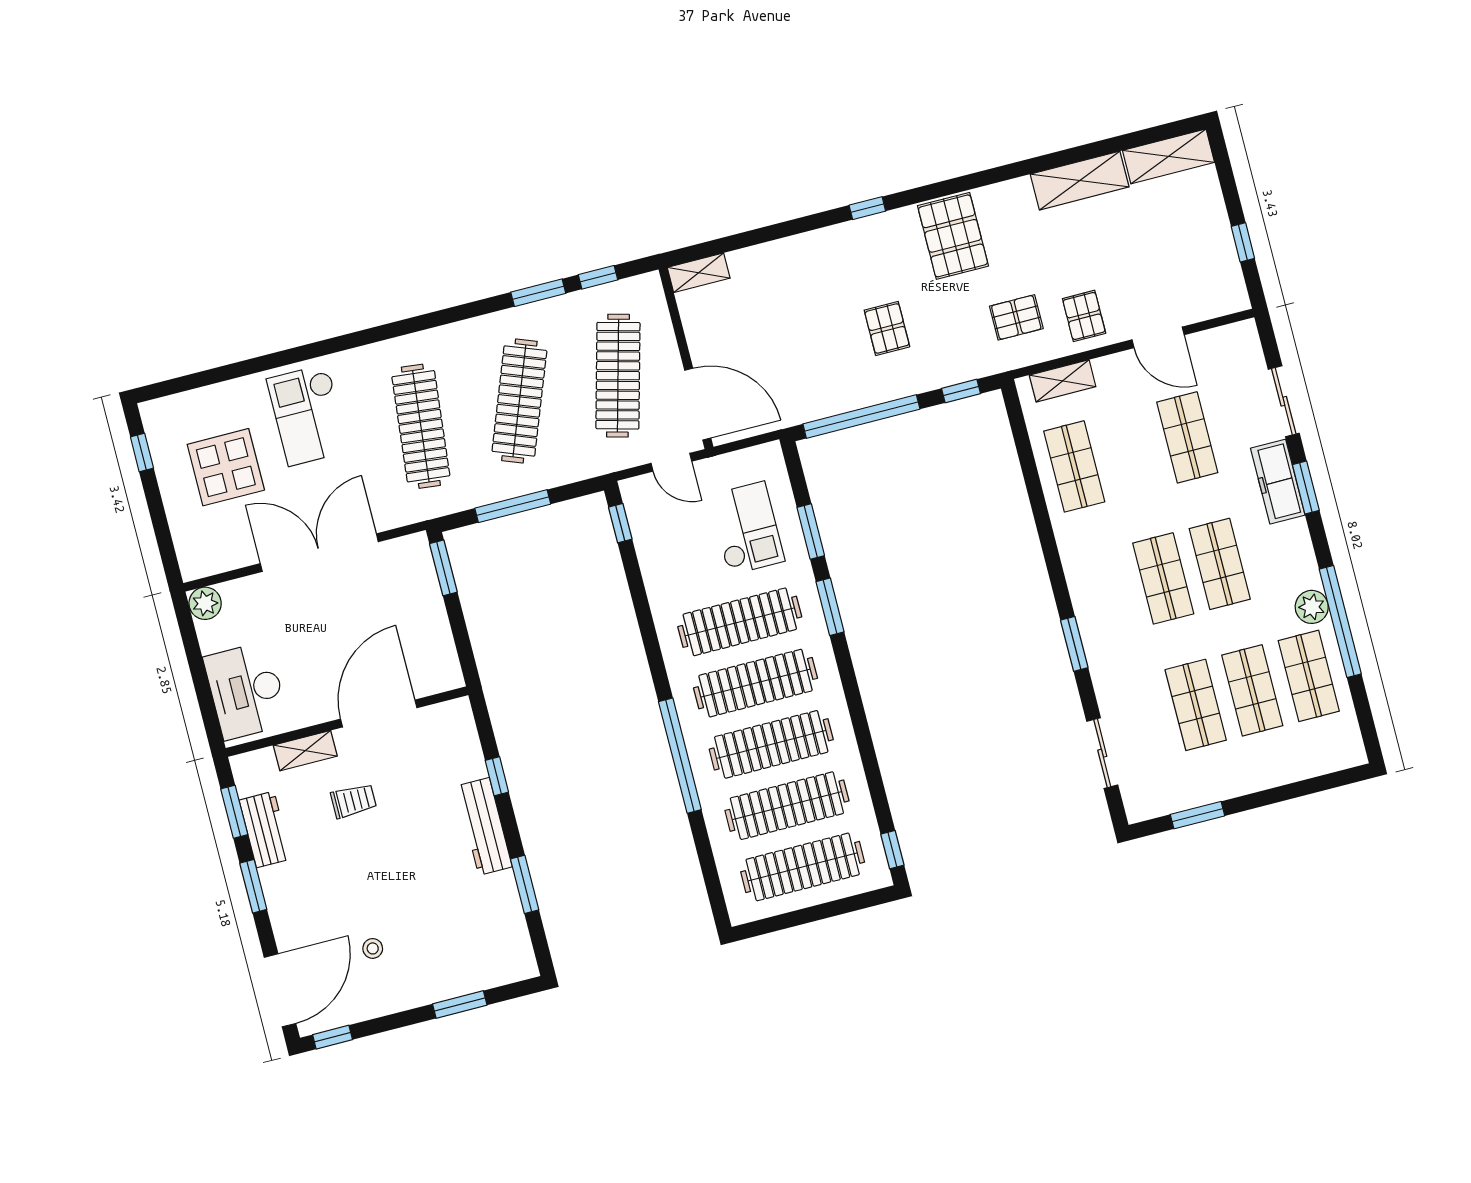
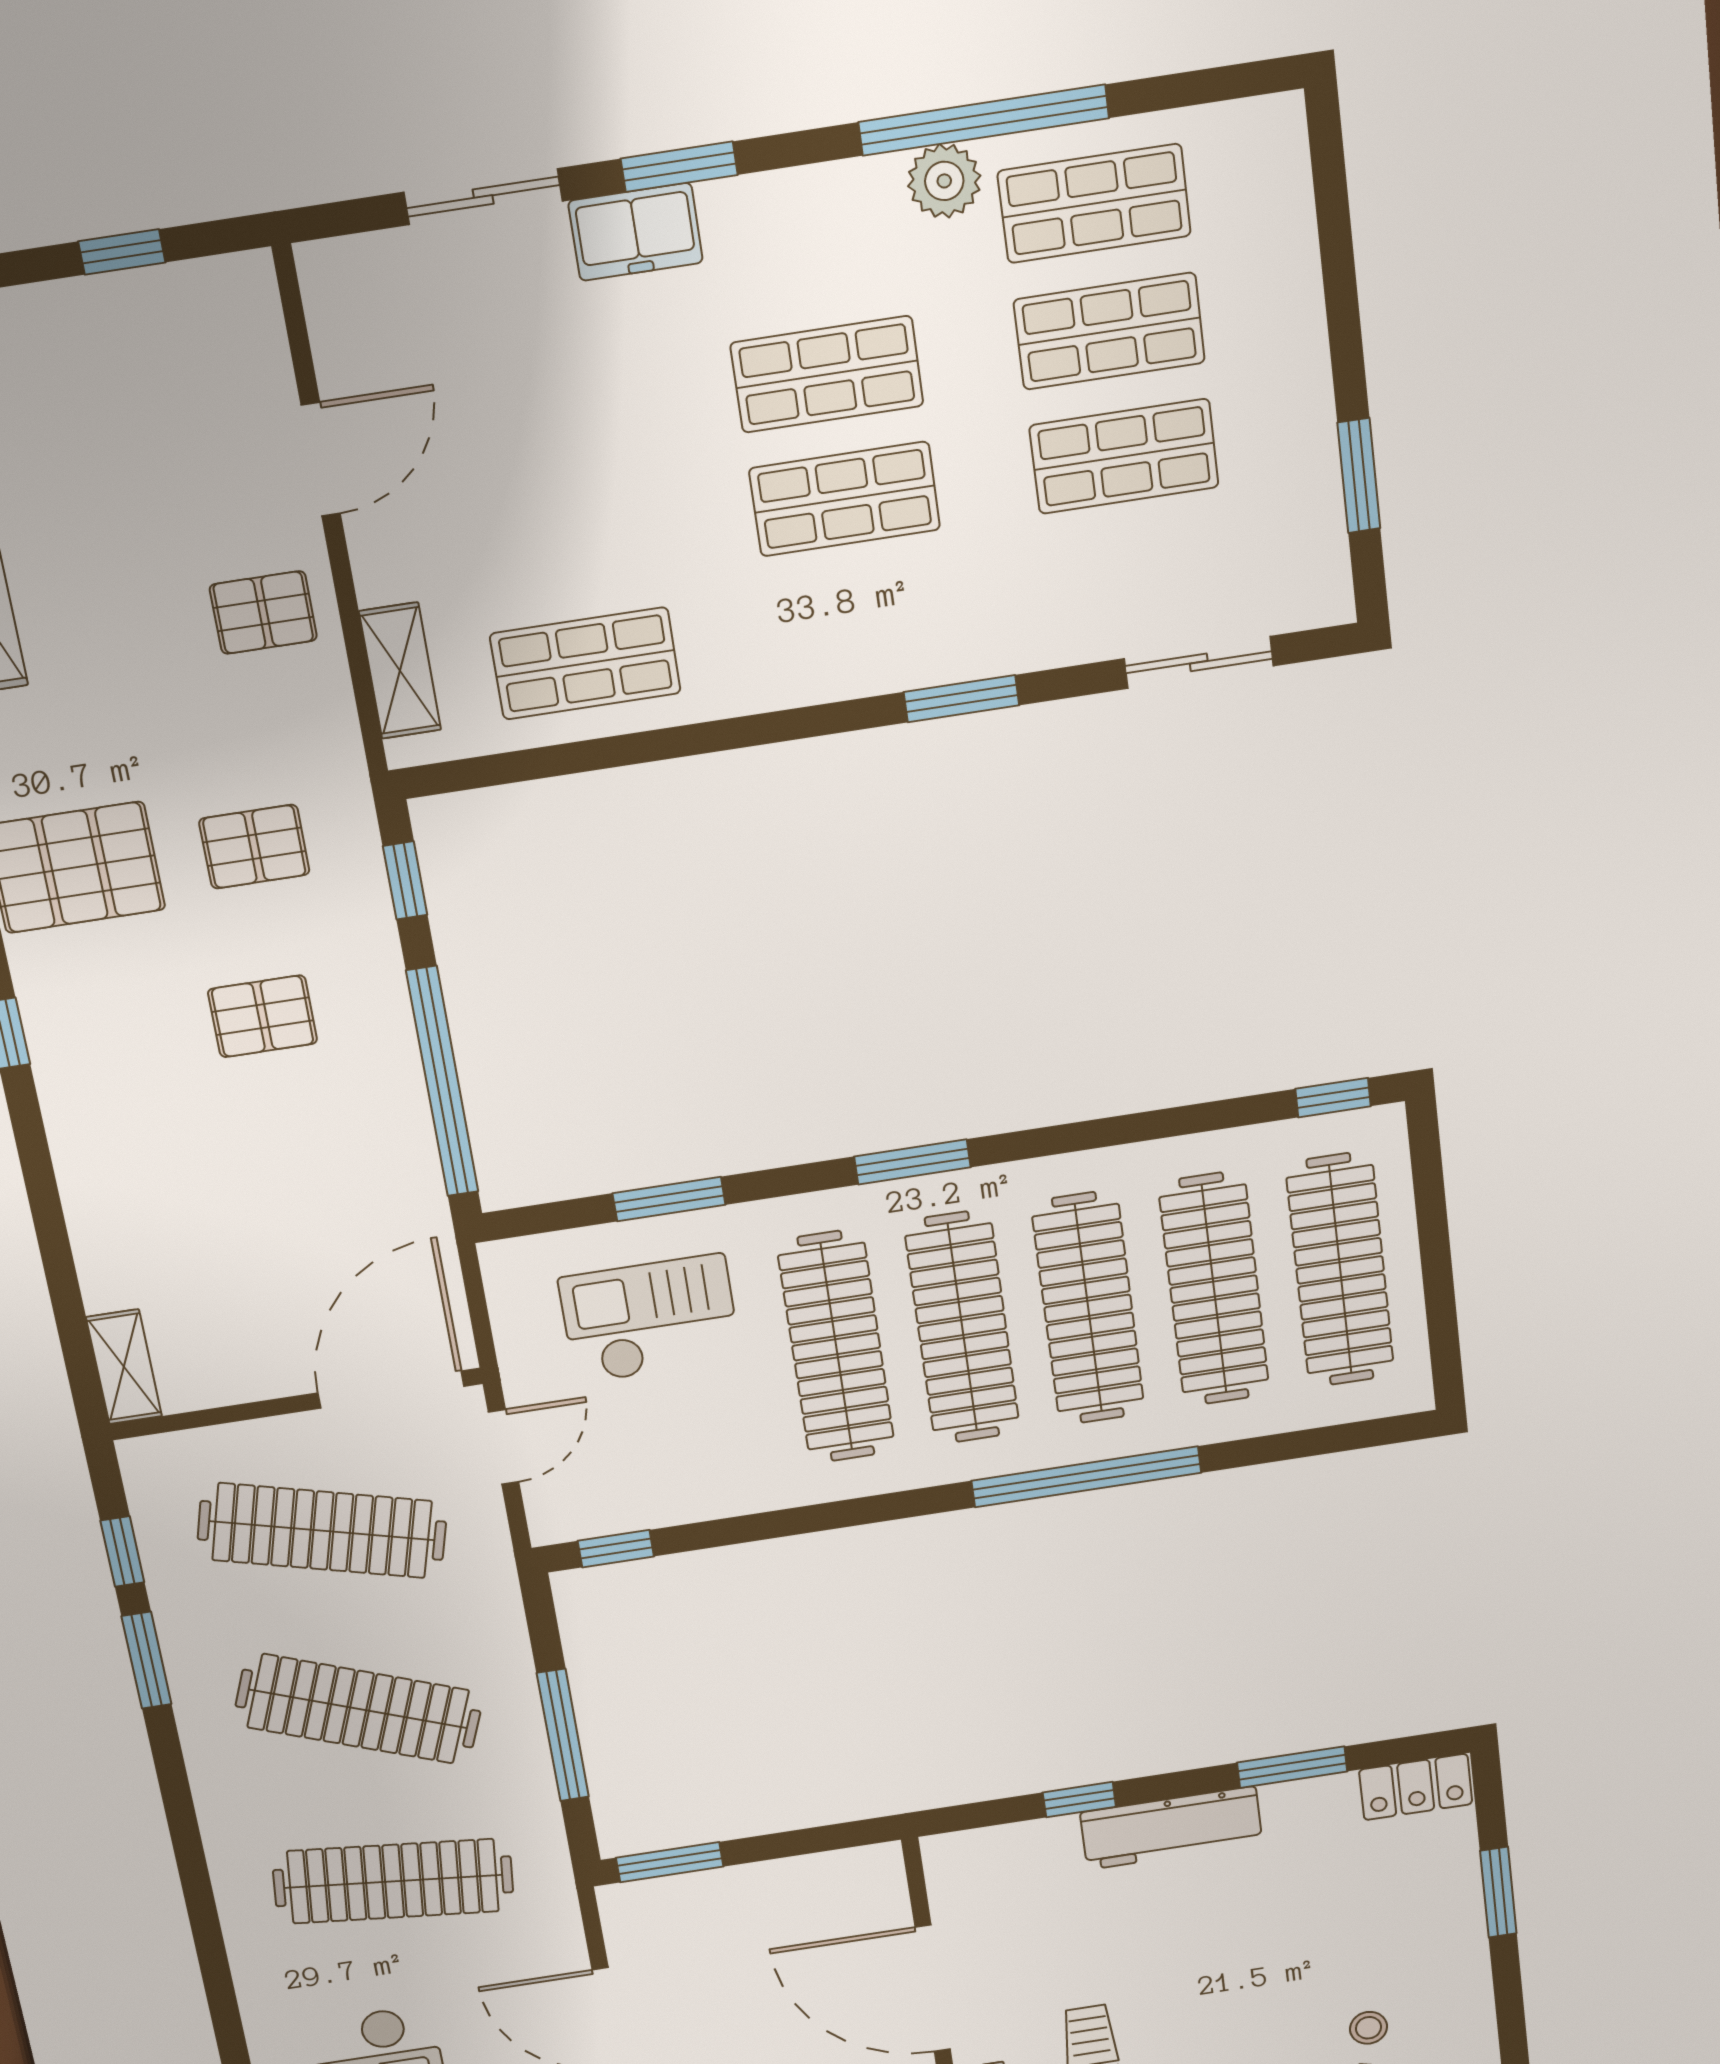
pallet: (1016, 317) -> (254, 847), moved, turned 90
shop shelf: (1187, 437) -> (545, 417), removed
freezer: (1278, 482) -> (636, 232), width x0.71
window: (830, 607) -> (912, 1162), moved
locker: (518, 951) -> (1416, 1787), added

